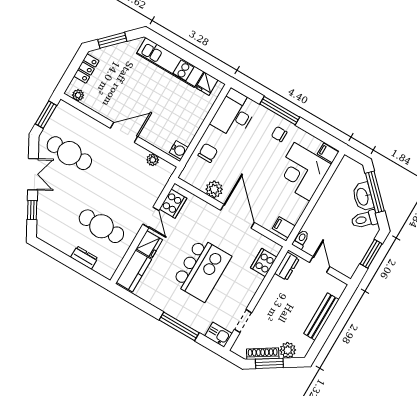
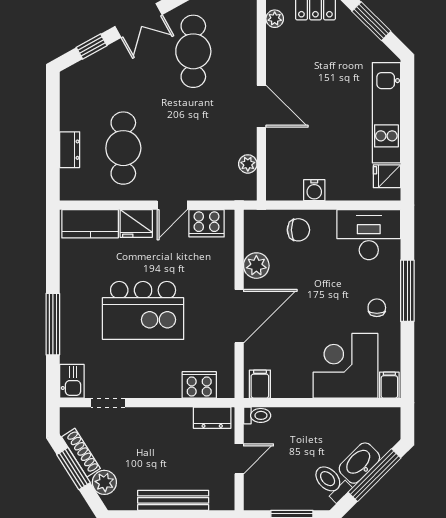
water cooler: (179, 150) -> (314, 190), moved

